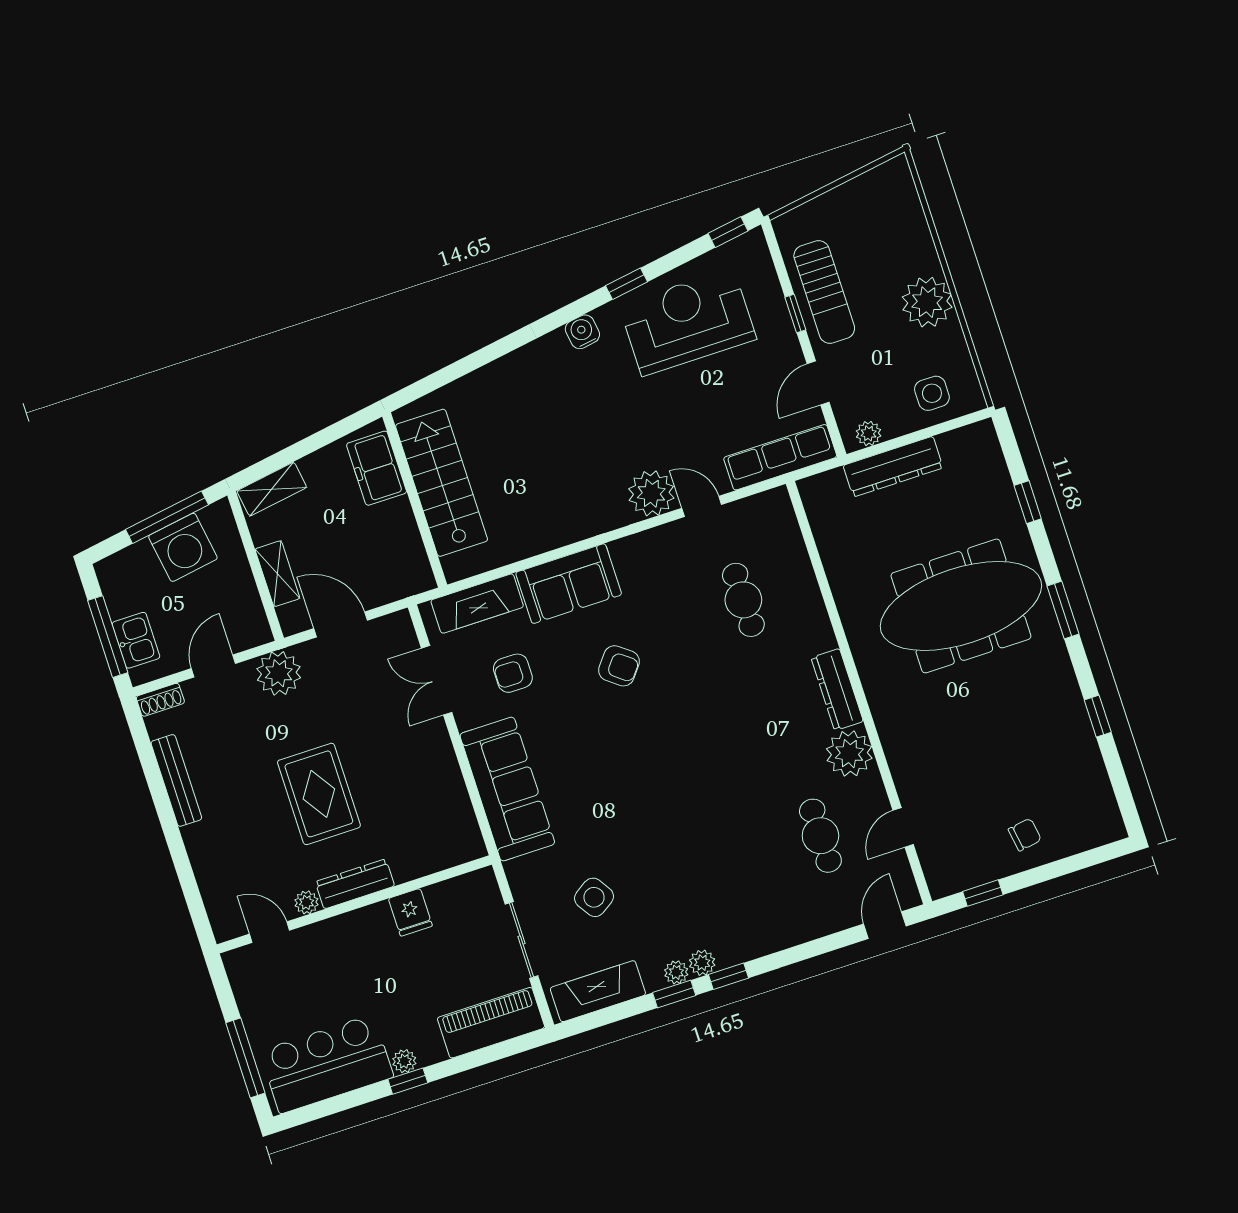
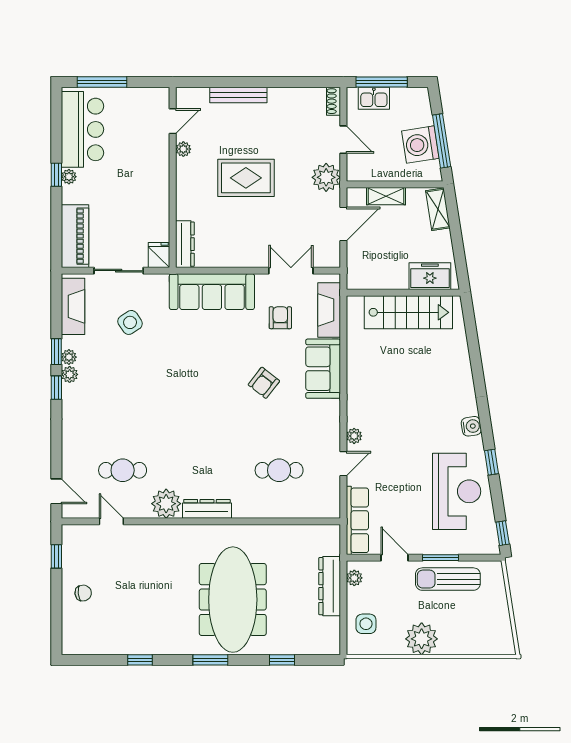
window: (795, 314) -> (441, 558), width x1.50
plant: (651, 493) -> (354, 436), width x0.53, depth x0.53
bench: (176, 780) -> (238, 95), moved
chair: (1025, 835) -> (83, 593), turned -87
dresser: (355, 884) -> (185, 244), moved
fridge: (410, 912) -> (159, 255), moved, turned 90

